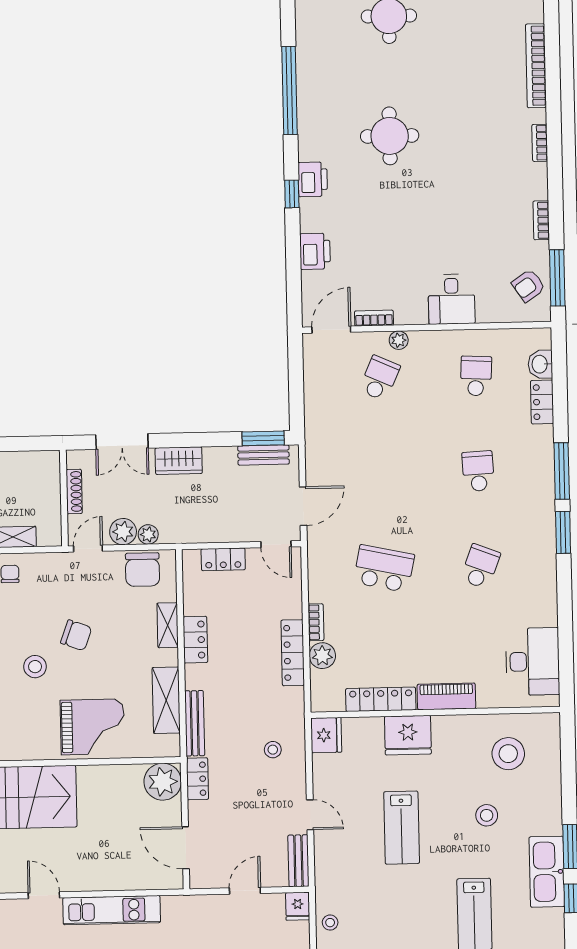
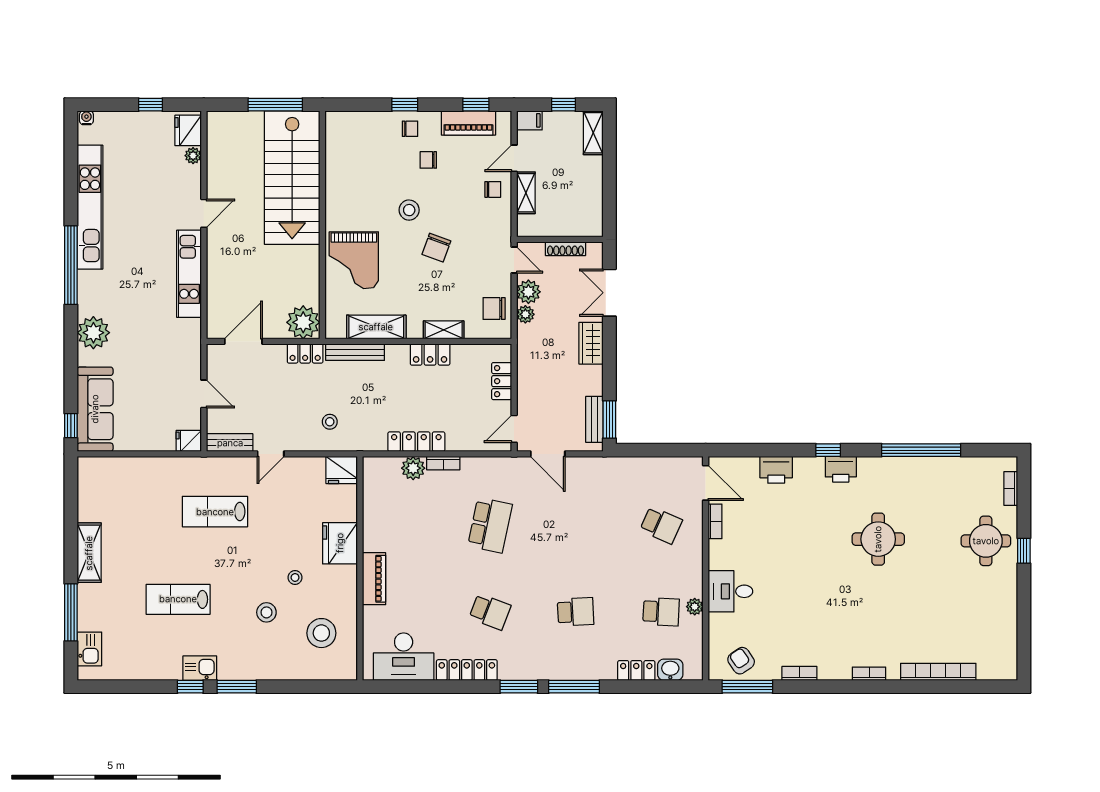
plant: (399, 340) -> (695, 607), moved
chair: (143, 570) -> (494, 308), width x0.73, depth x0.73
locker: (381, 699) -> (467, 670), moved, turned -90
lab bench: (402, 828) -> (215, 512), moved
kitchen sink: (547, 872) -> (200, 668), width x0.53, depth x0.81
stool: (330, 923) -> (295, 577), moved

